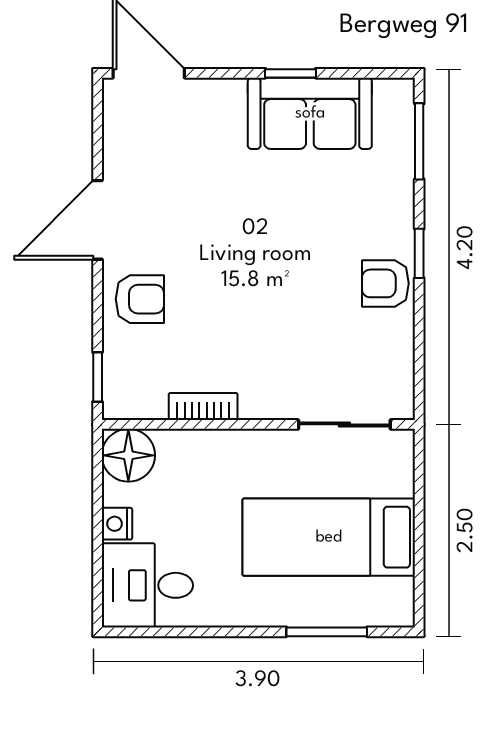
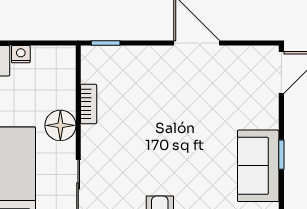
armchair: (140, 299) -> (151, 67), removed
floor lamp: (128, 455) -> (60, 125), moved

